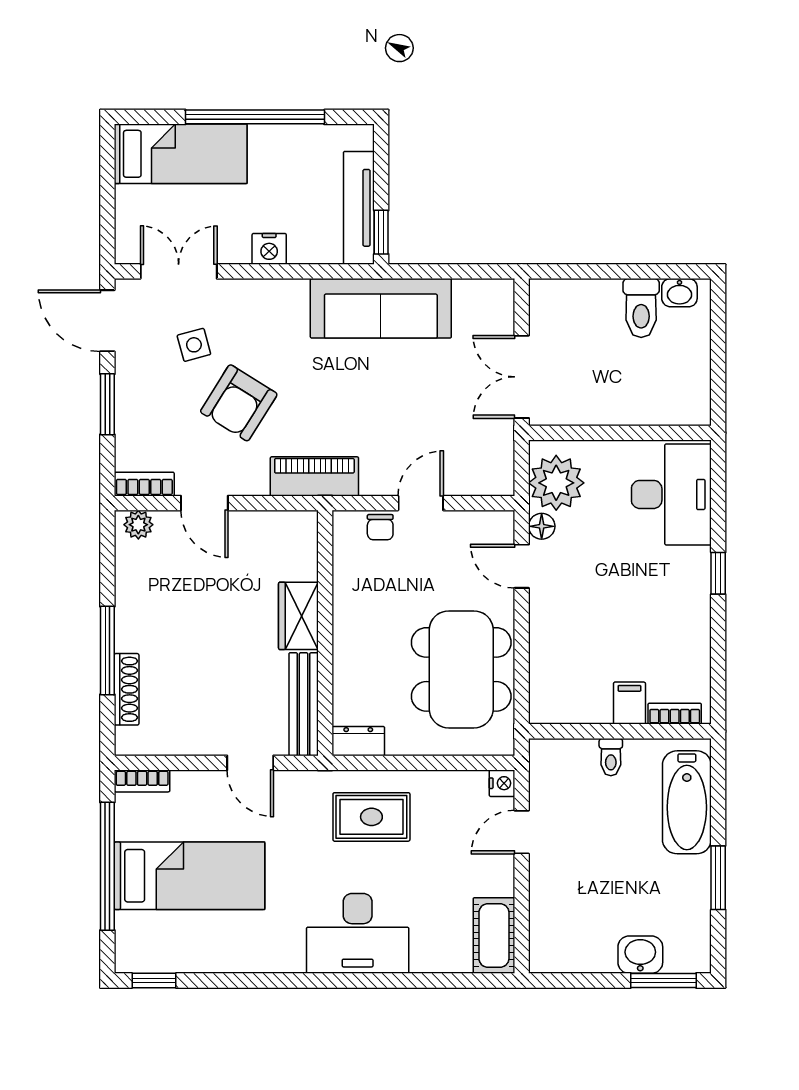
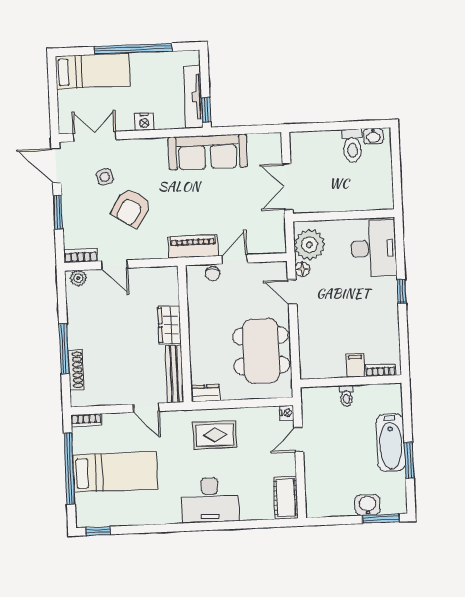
piano: (314, 476) -> (193, 246), moved
bathtub: (687, 802) -> (391, 443), moved

